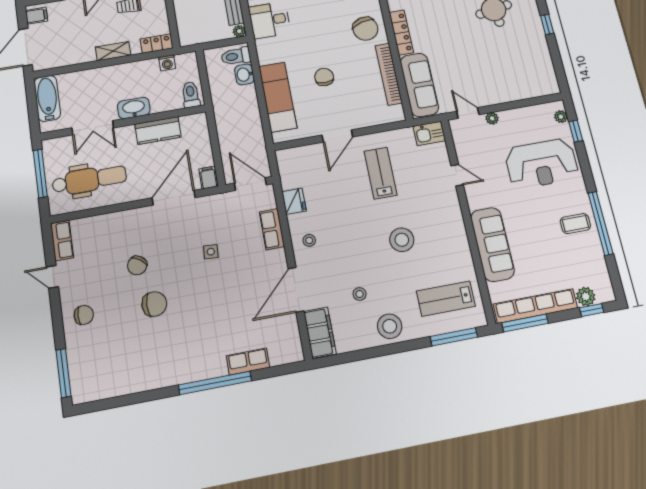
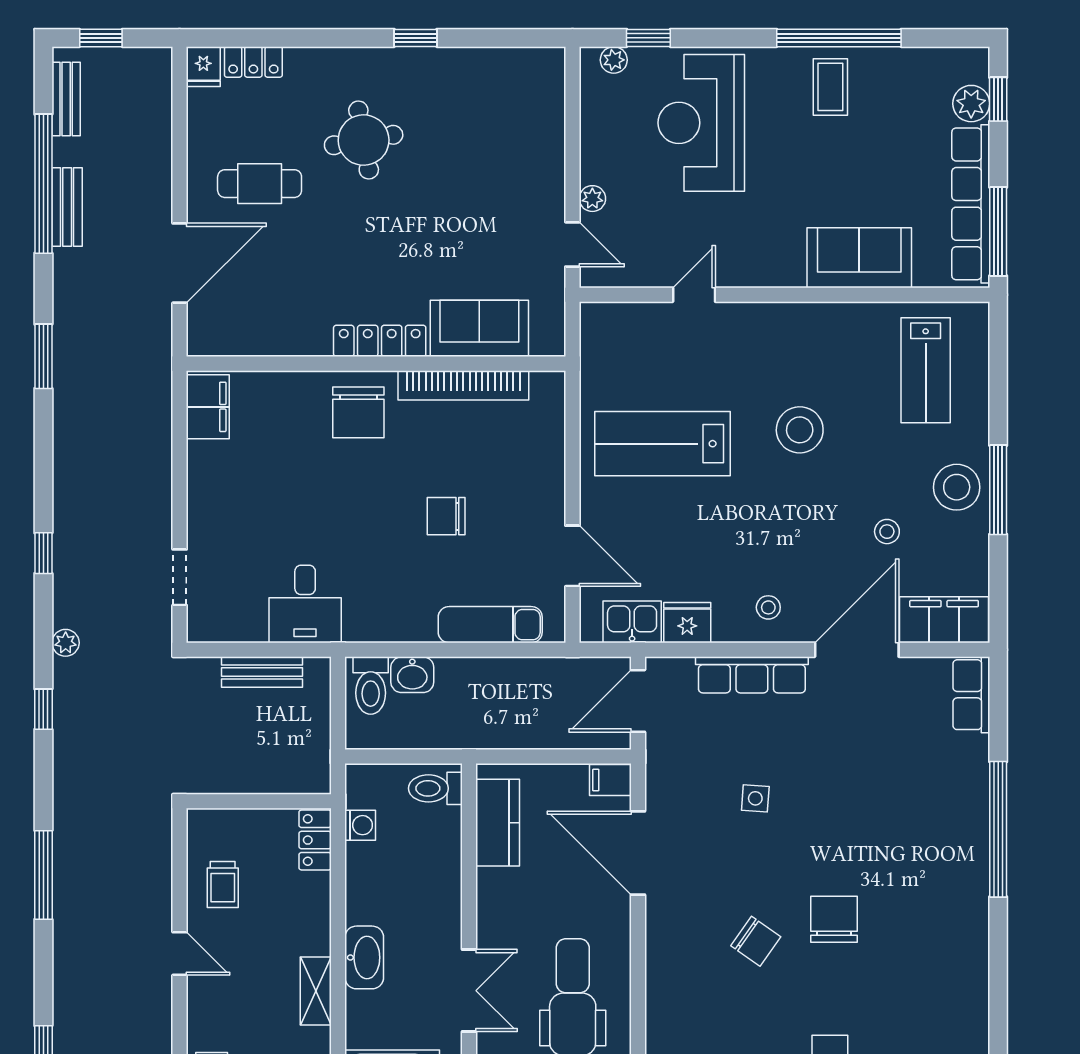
chair: (365, 29) -> (358, 412), turned 105
plant: (239, 31) -> (318, 670), removed
shelving: (113, 51) -> (316, 991), moved
sofa: (419, 85) -> (479, 328), width x0.73
exam couch: (278, 97) -> (490, 625), width x0.73, depth x0.69
washbasin: (134, 108) -> (364, 957), moved, turned 180
door: (468, 113) -> (572, 244), swing flipped
kitchen counter: (158, 131) -> (498, 823), moved
kitchen sink: (429, 133) -> (632, 622), moved, turned -90
door: (337, 136) -> (572, 556), moved
reception desk: (542, 164) -> (701, 123), turned 180
lab bench: (381, 173) -> (662, 444), width x1.36, depth x1.39
row of seats: (272, 229) -> (752, 675), width x1.48
sofa: (492, 244) -> (859, 258), width x0.73
door: (296, 290) -> (857, 650), swing flipped
window: (454, 337) -> (998, 490), moved
row of seats: (248, 362) -> (971, 695), moved

